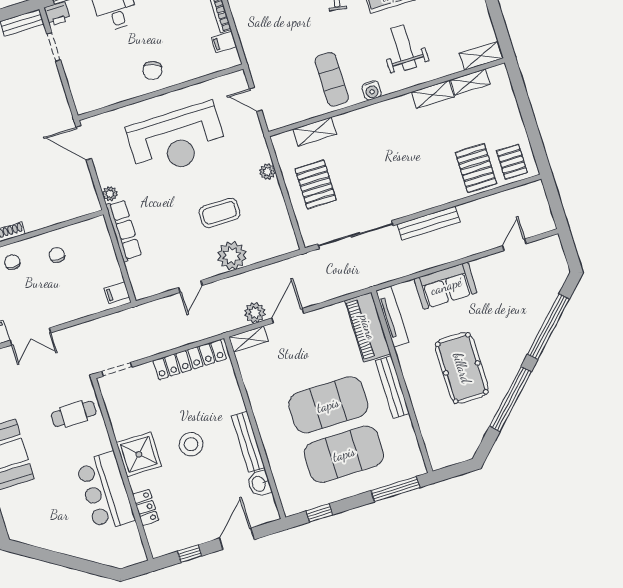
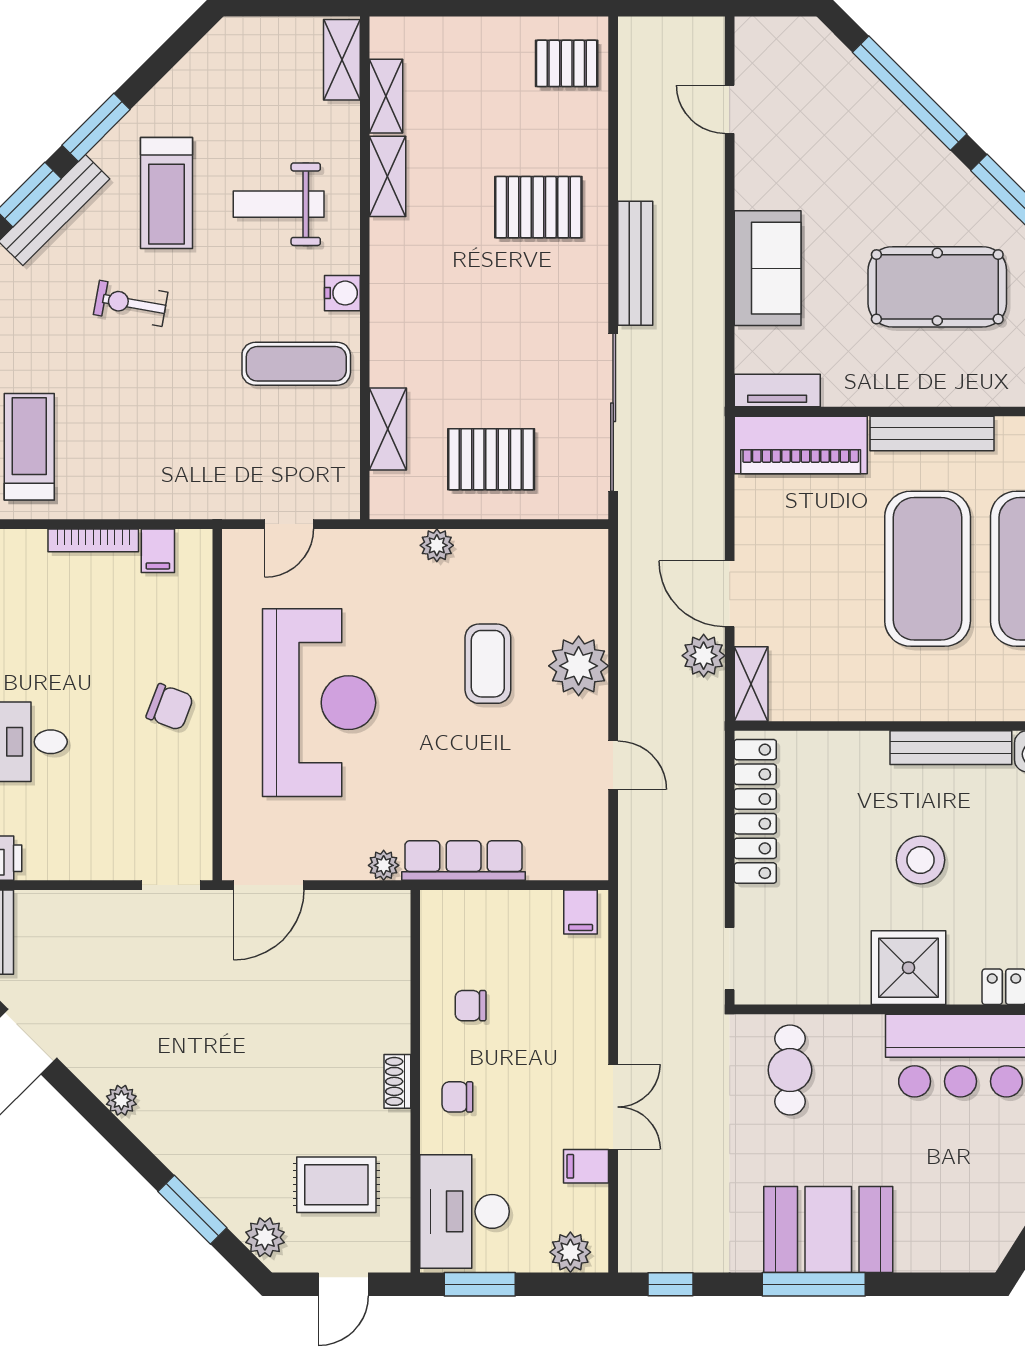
doorway: (54, 47) -> (171, 885), moved
pallet: (476, 168) -> (538, 207), moved
tv unit: (392, 316) -> (777, 390), width x0.71

